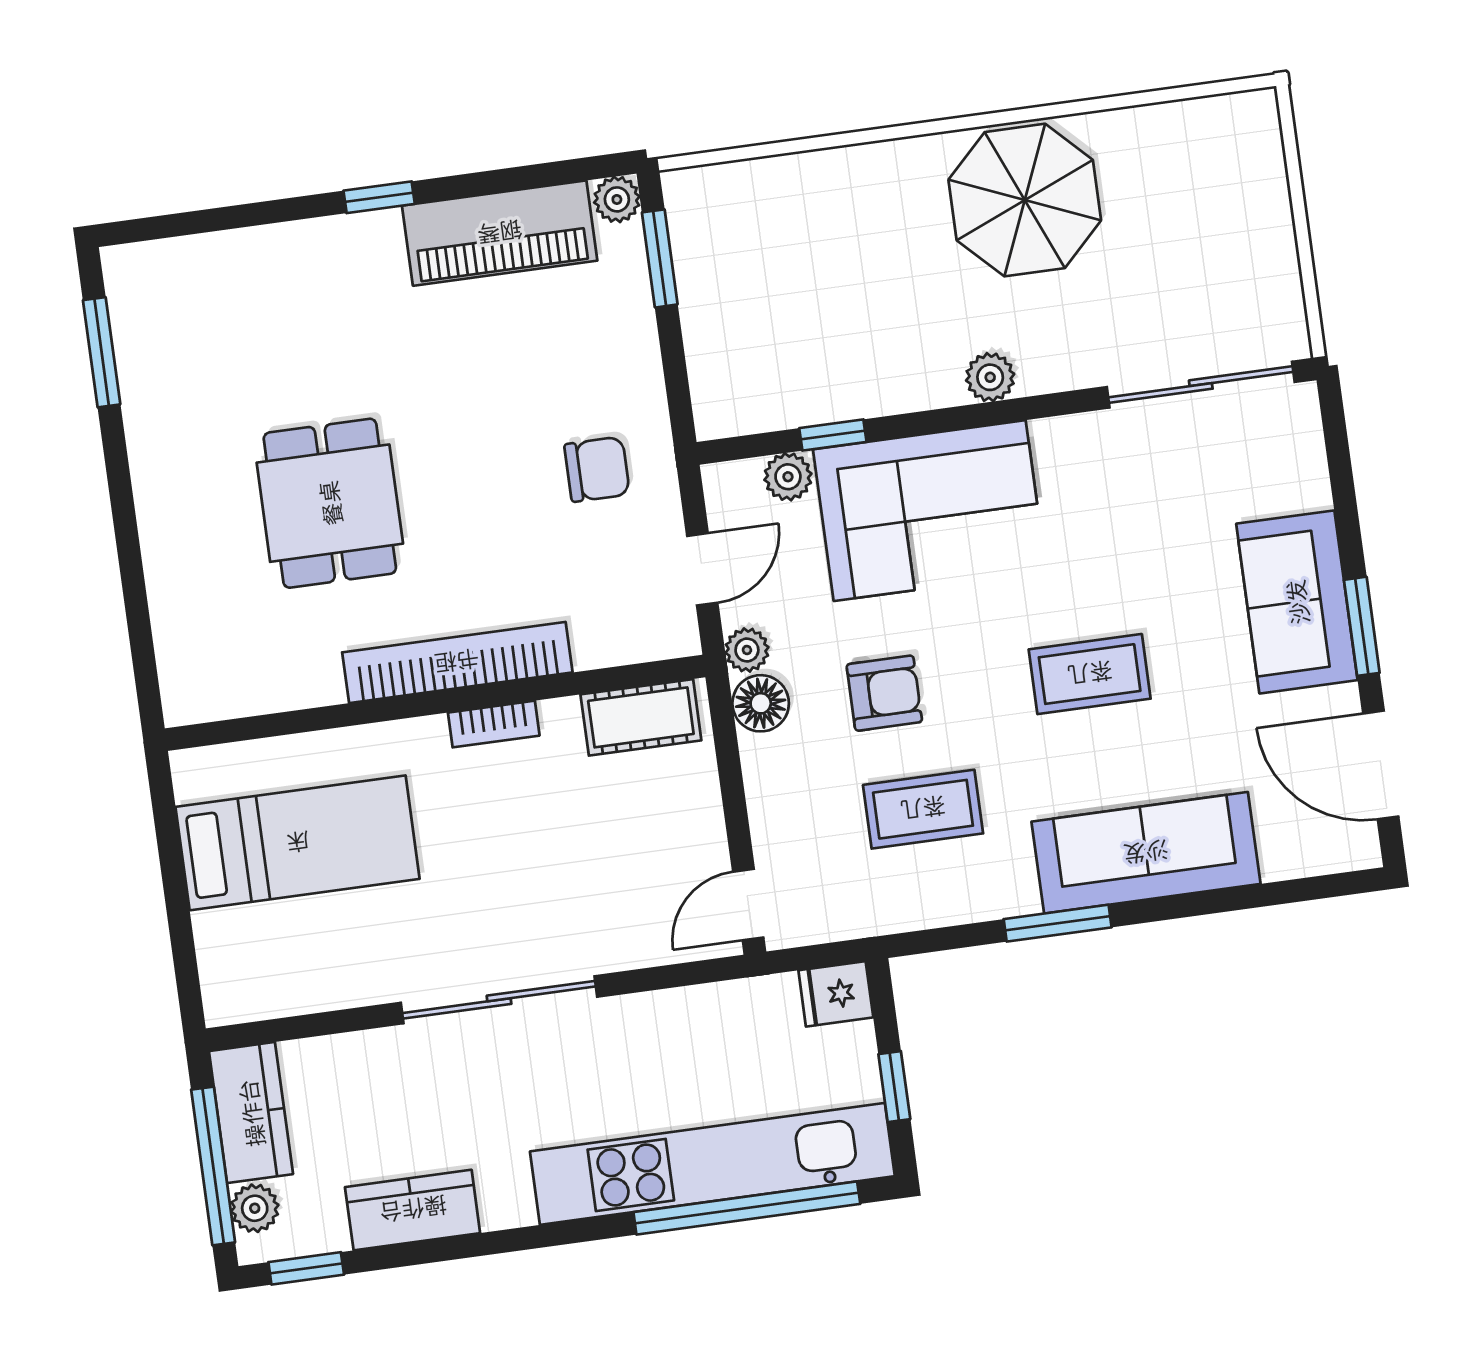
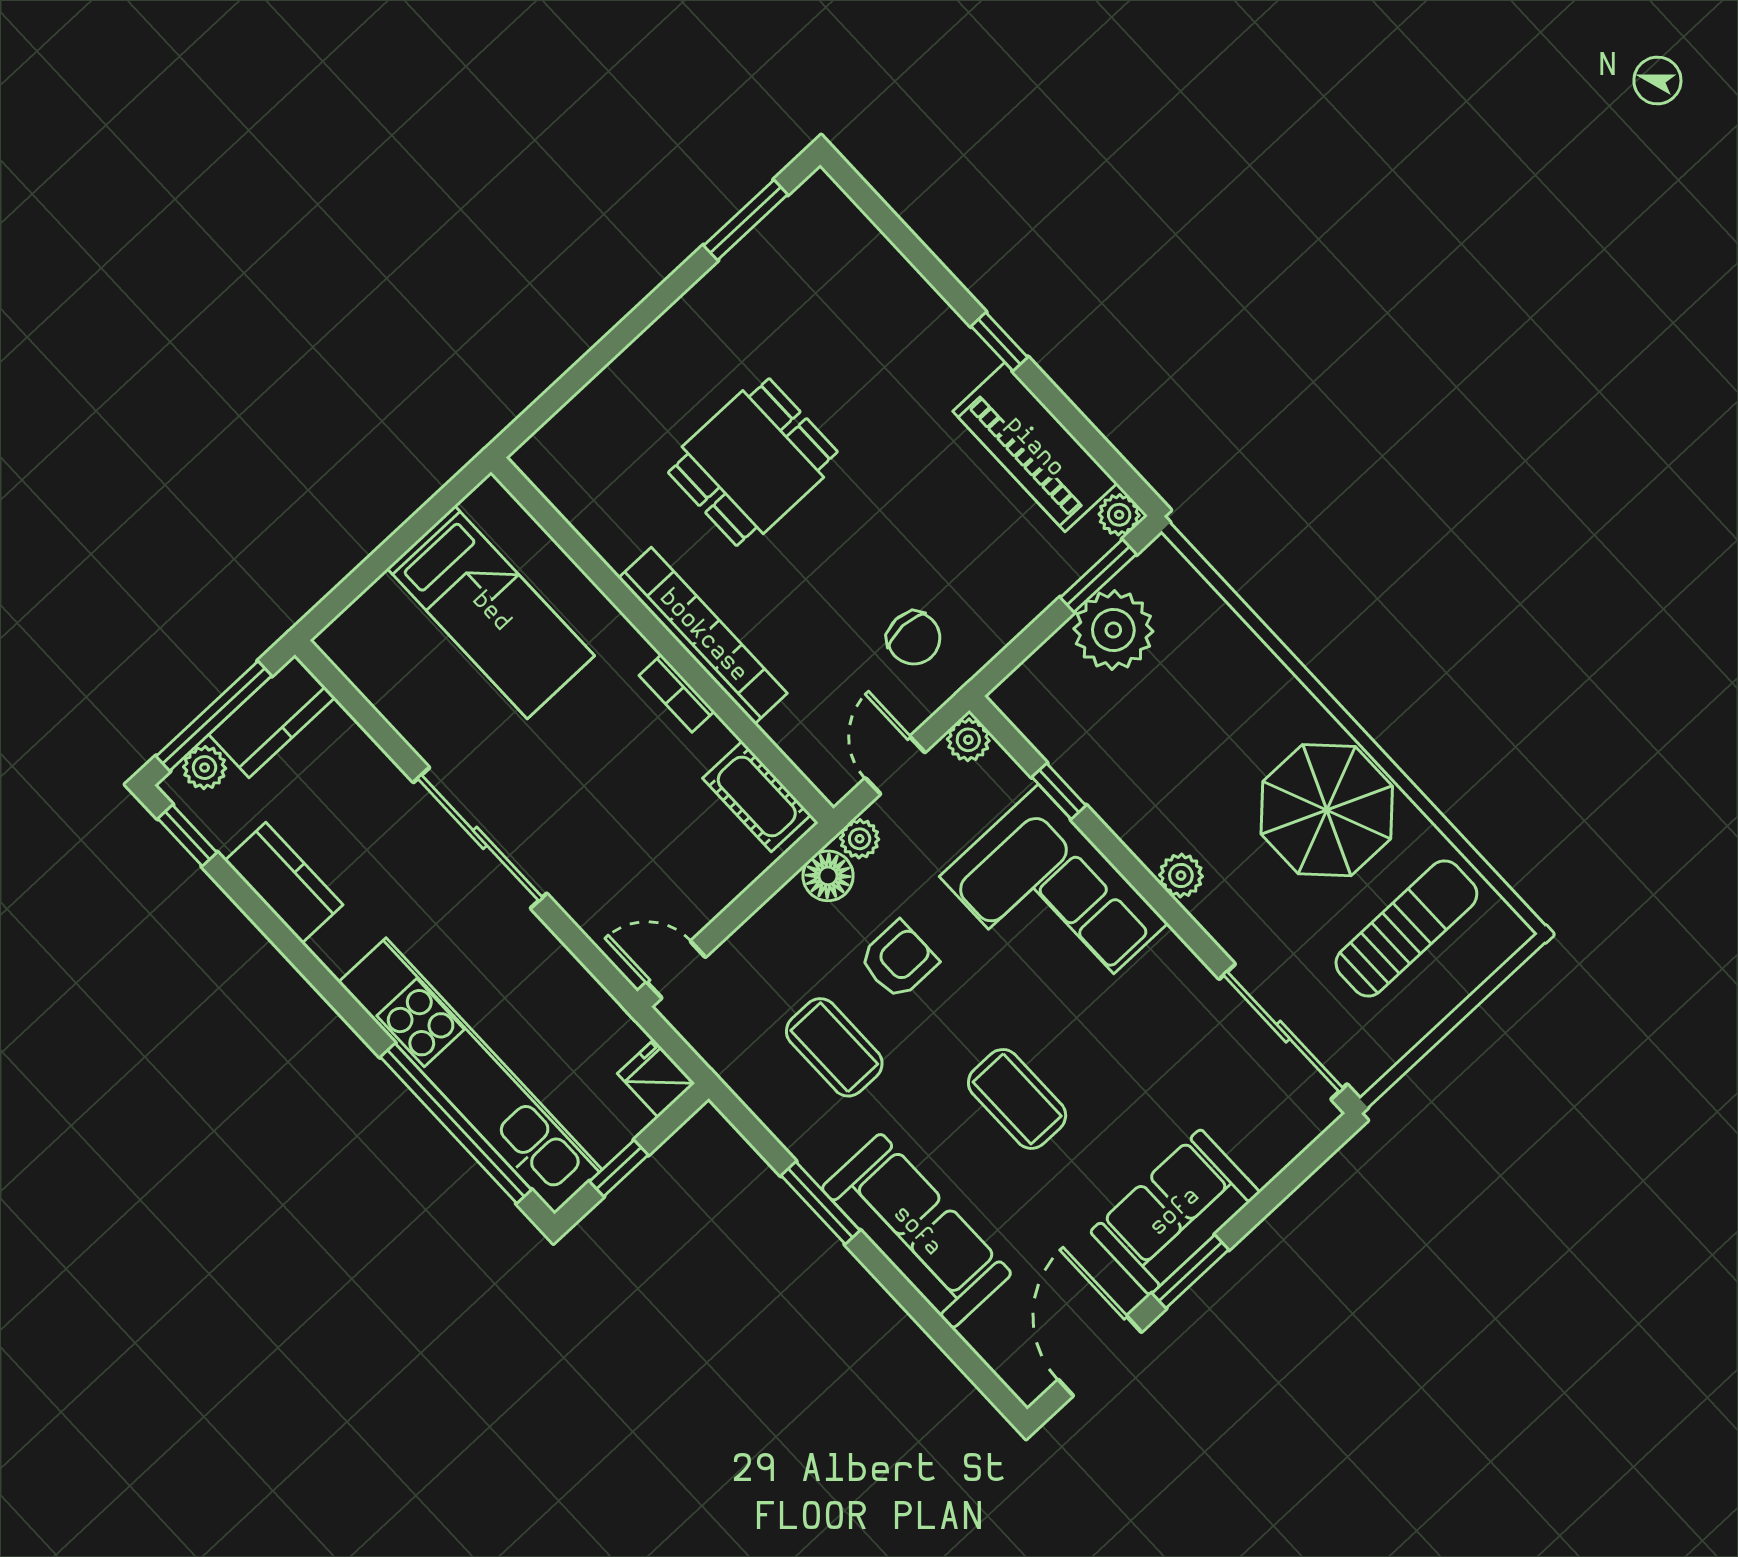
sun lounger: (1186, 204) -> (1406, 929), added
plant: (719, 280) -> (1113, 630), added
plant: (788, 477) -> (968, 740), moved
door: (702, 569) -> (895, 765), swing flipped
armchair: (884, 693) -> (898, 960), turned -90

